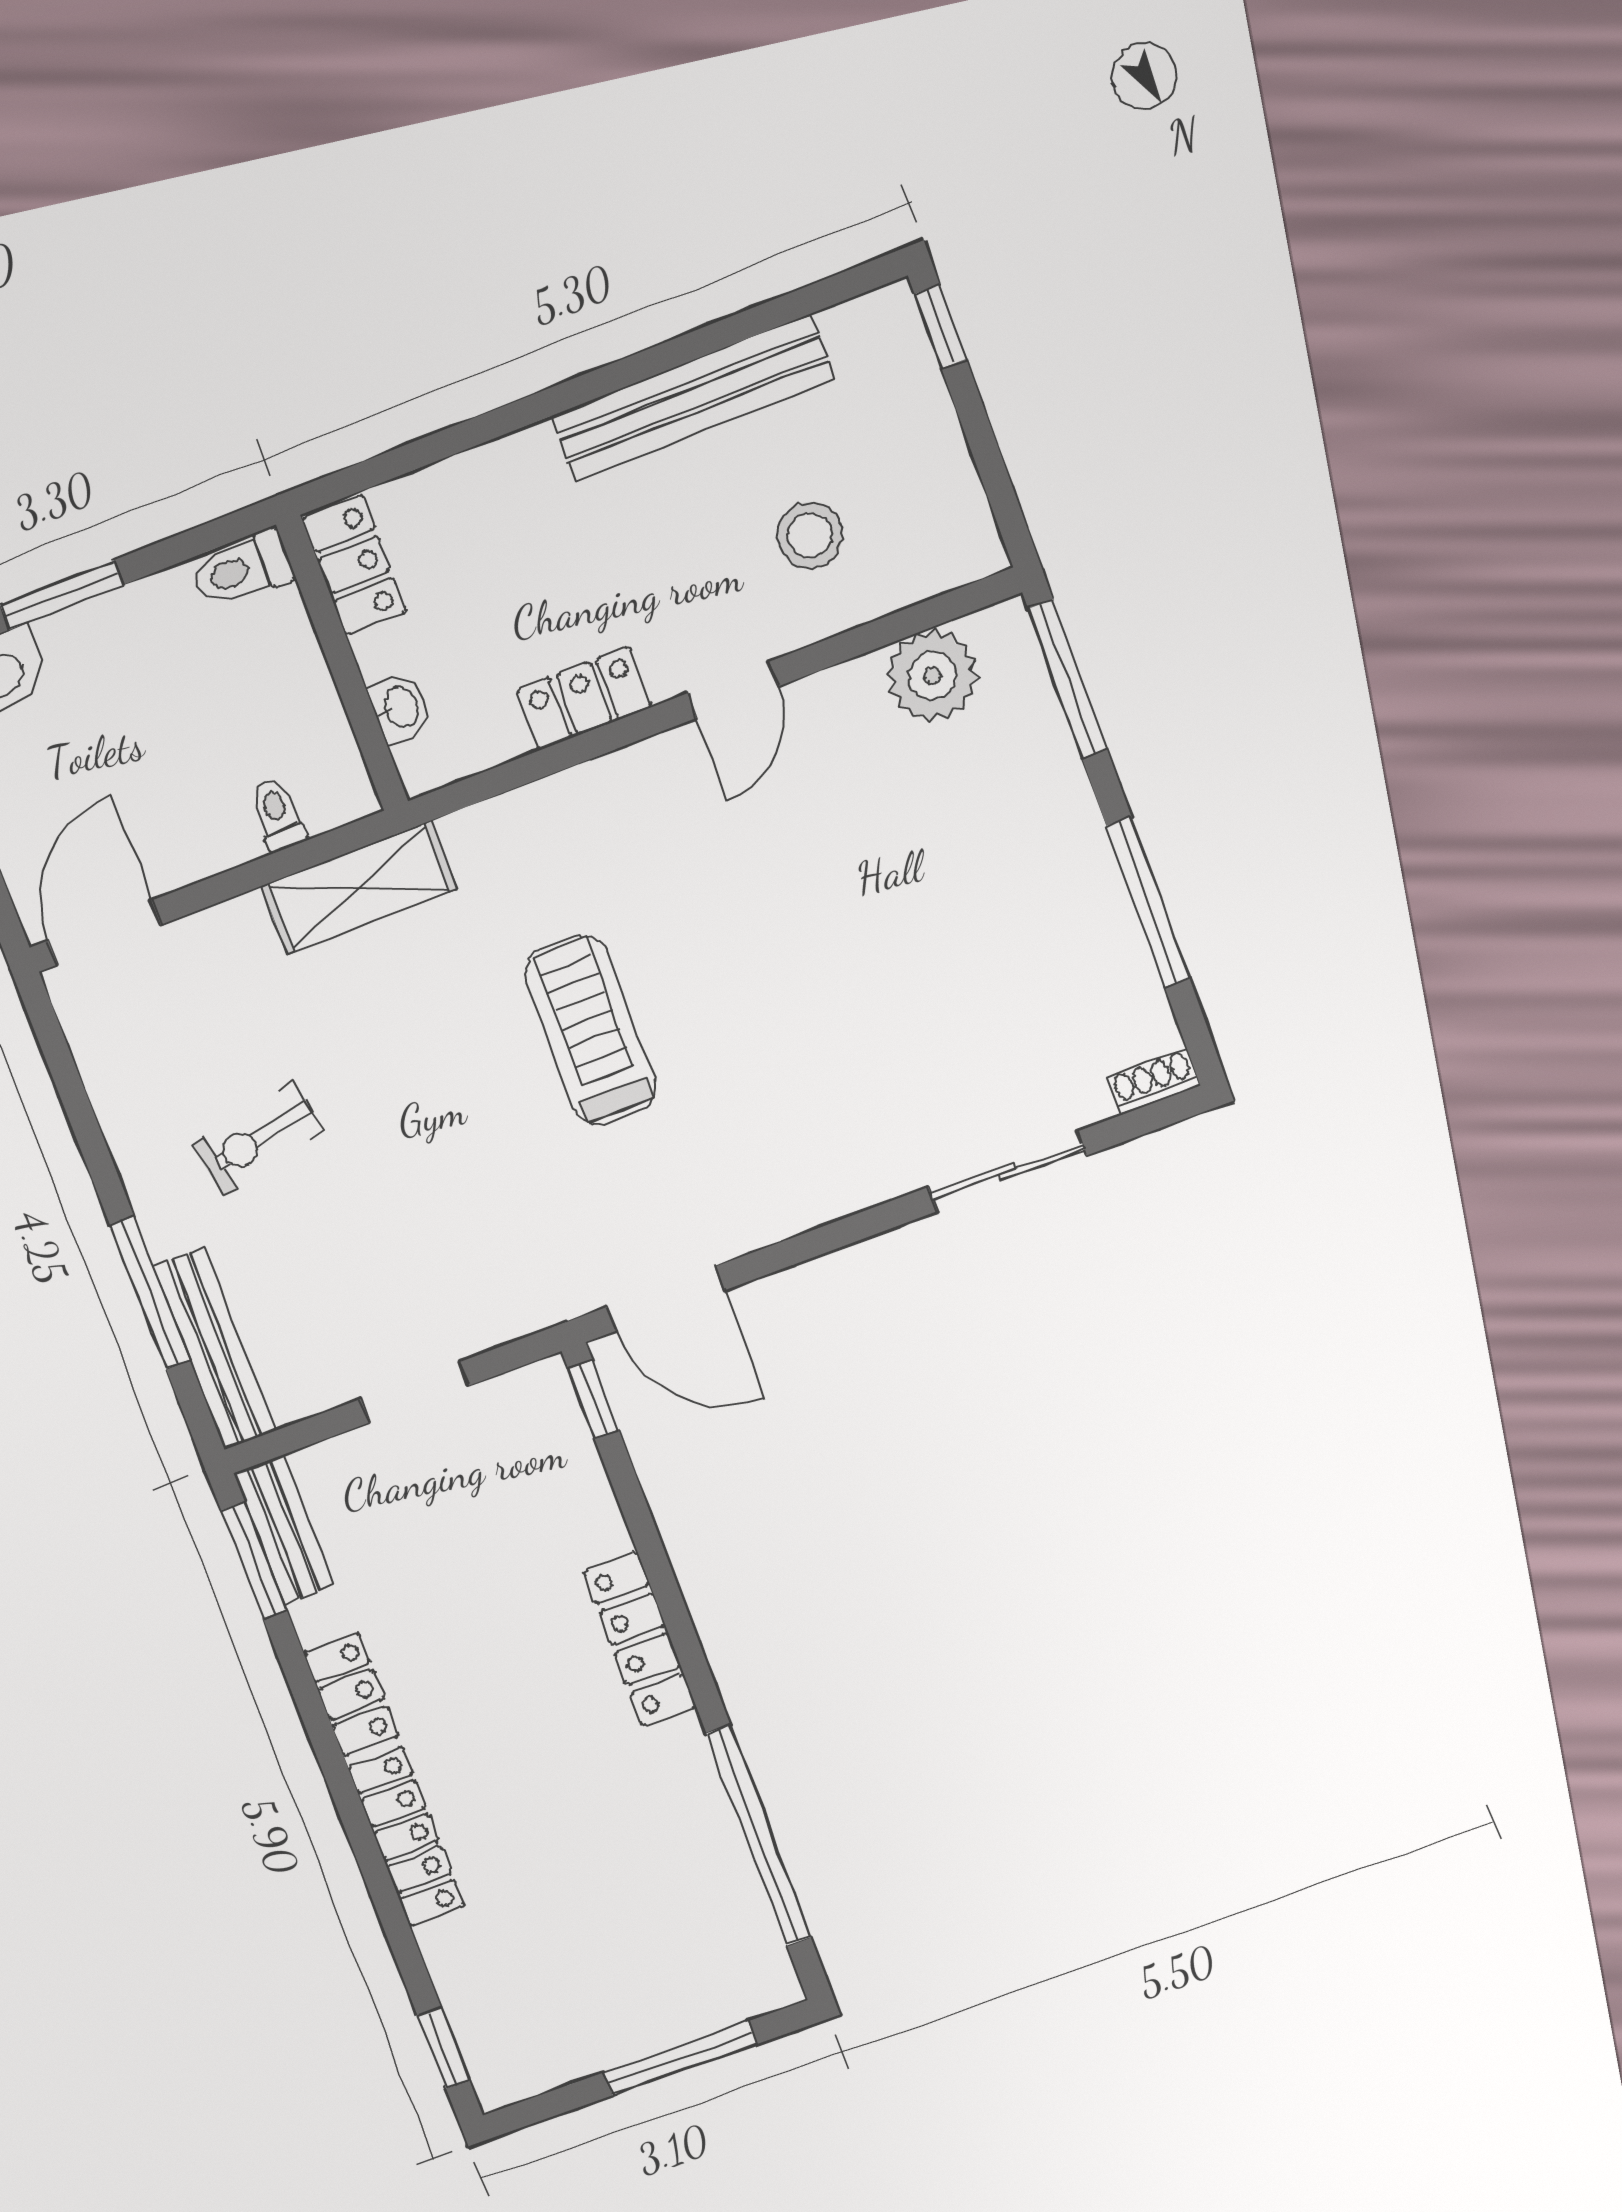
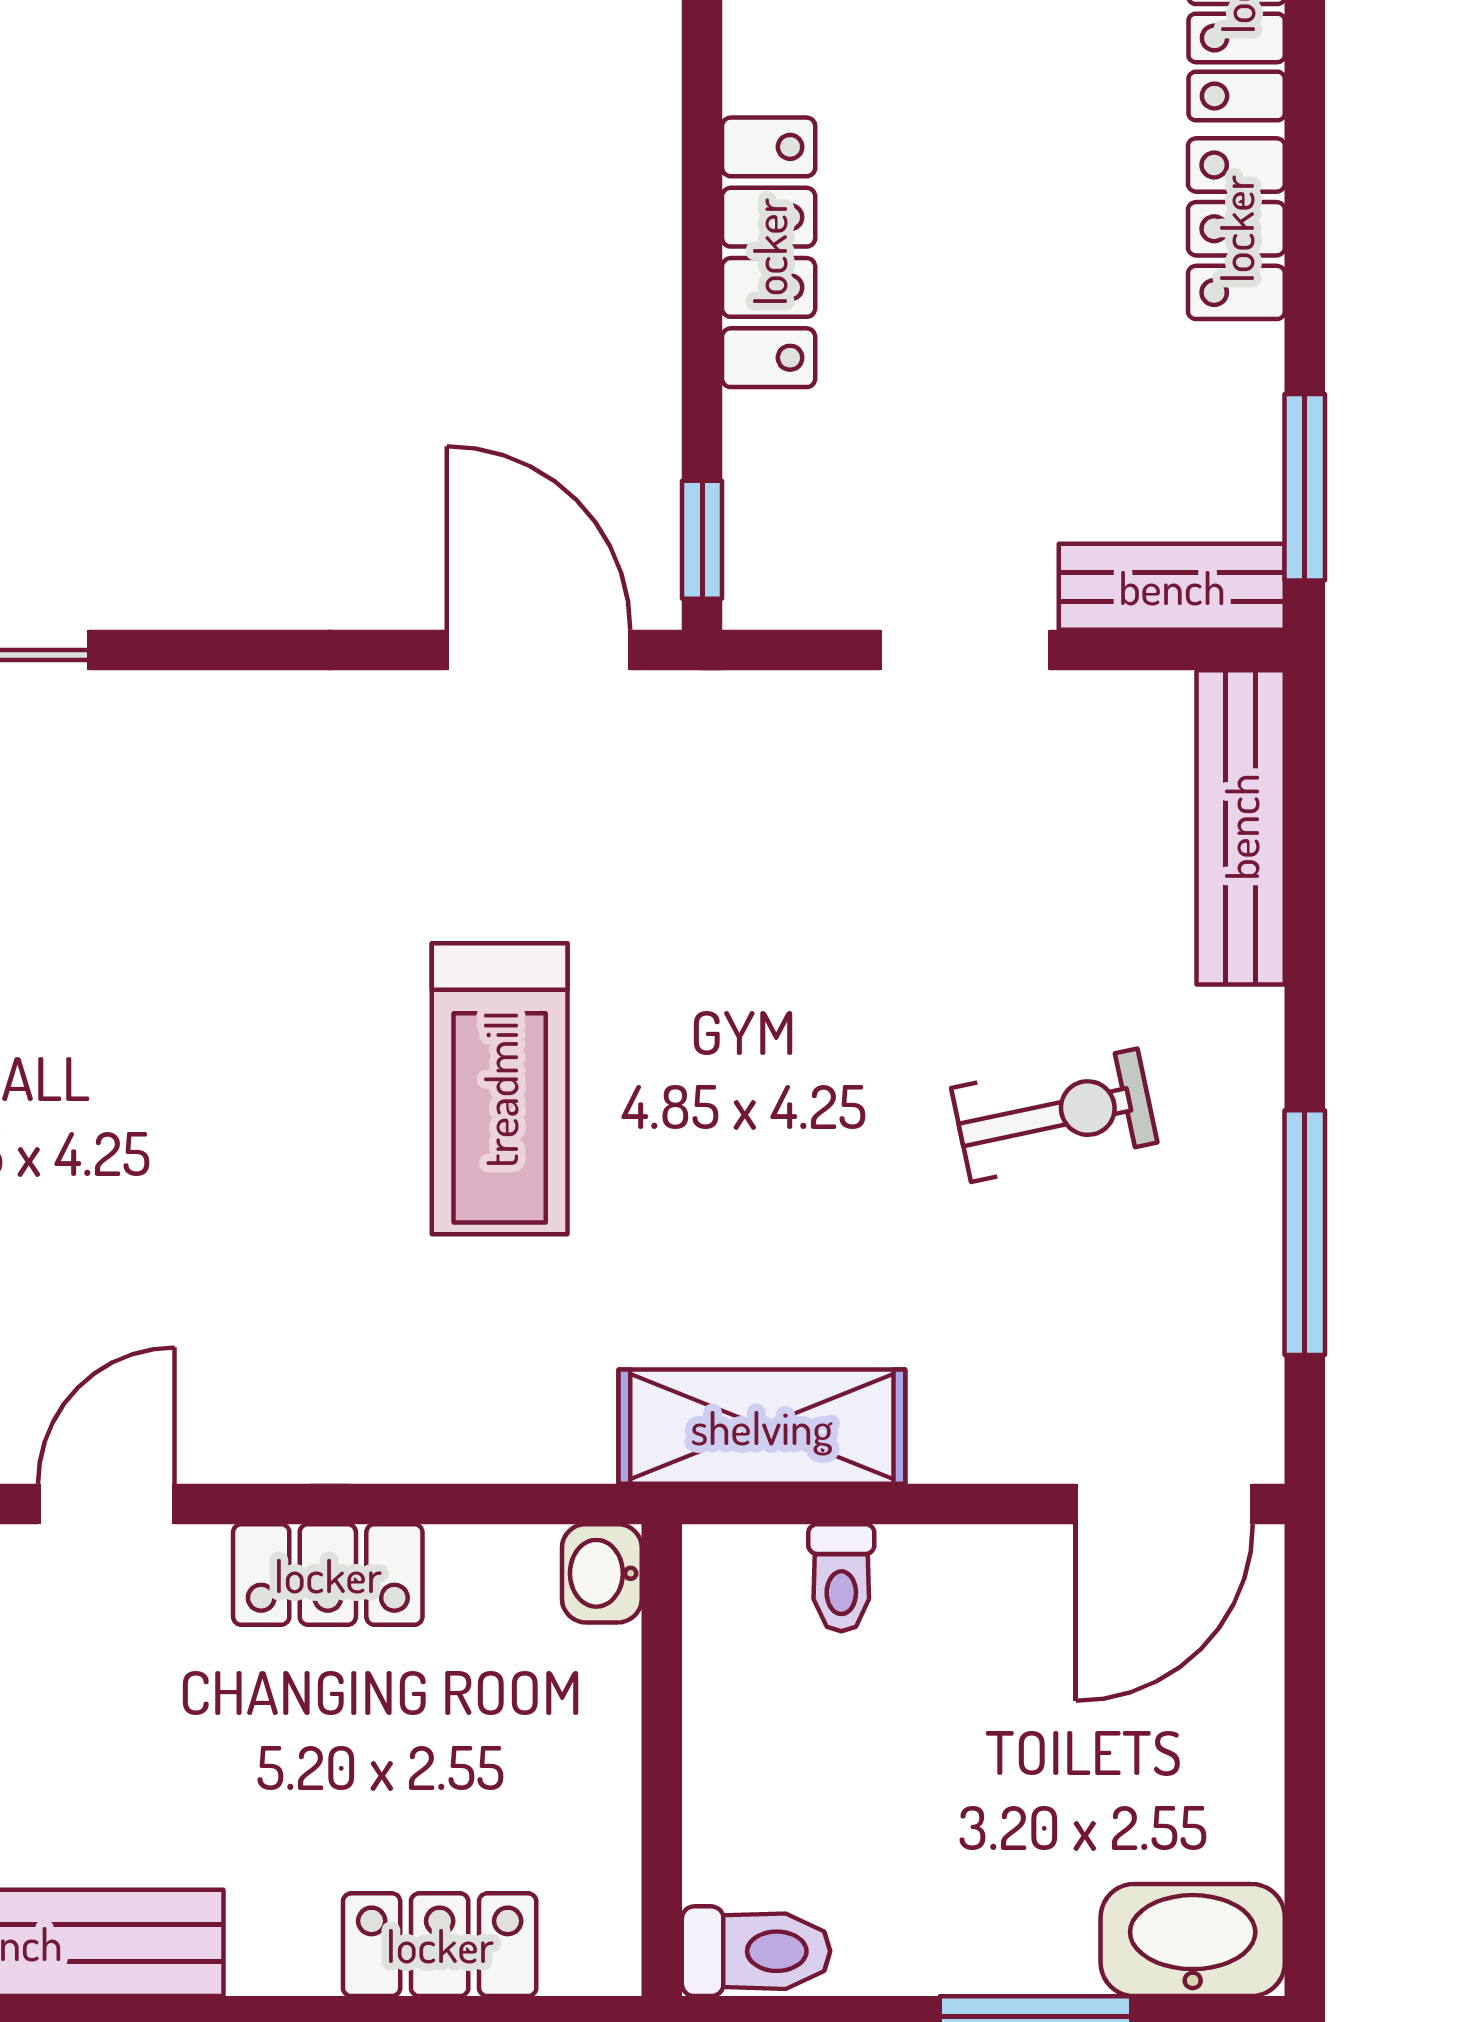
locker: (354, 565) -> (440, 1945), moved, turned 90
washbasin: (400, 708) -> (602, 1573), moved
window: (150, 1293) -> (1305, 1233), moved
bench: (284, 1529) -> (1172, 587), moved, turned 90
locker: (640, 1639) -> (769, 252), moved

